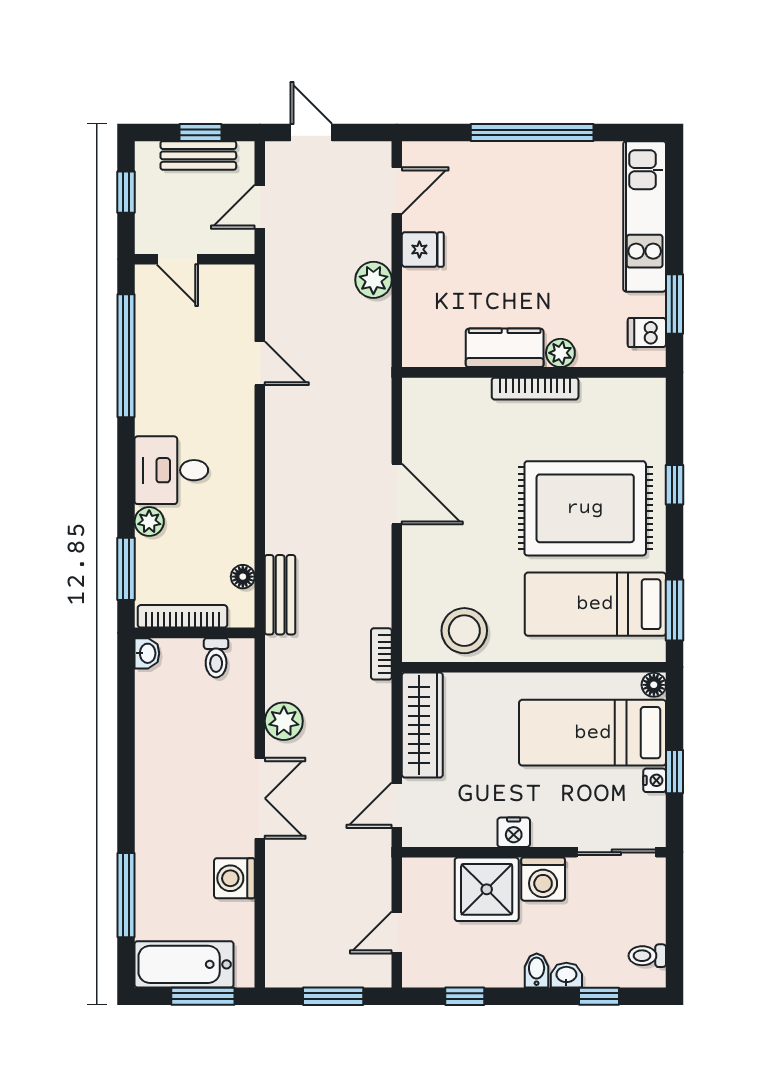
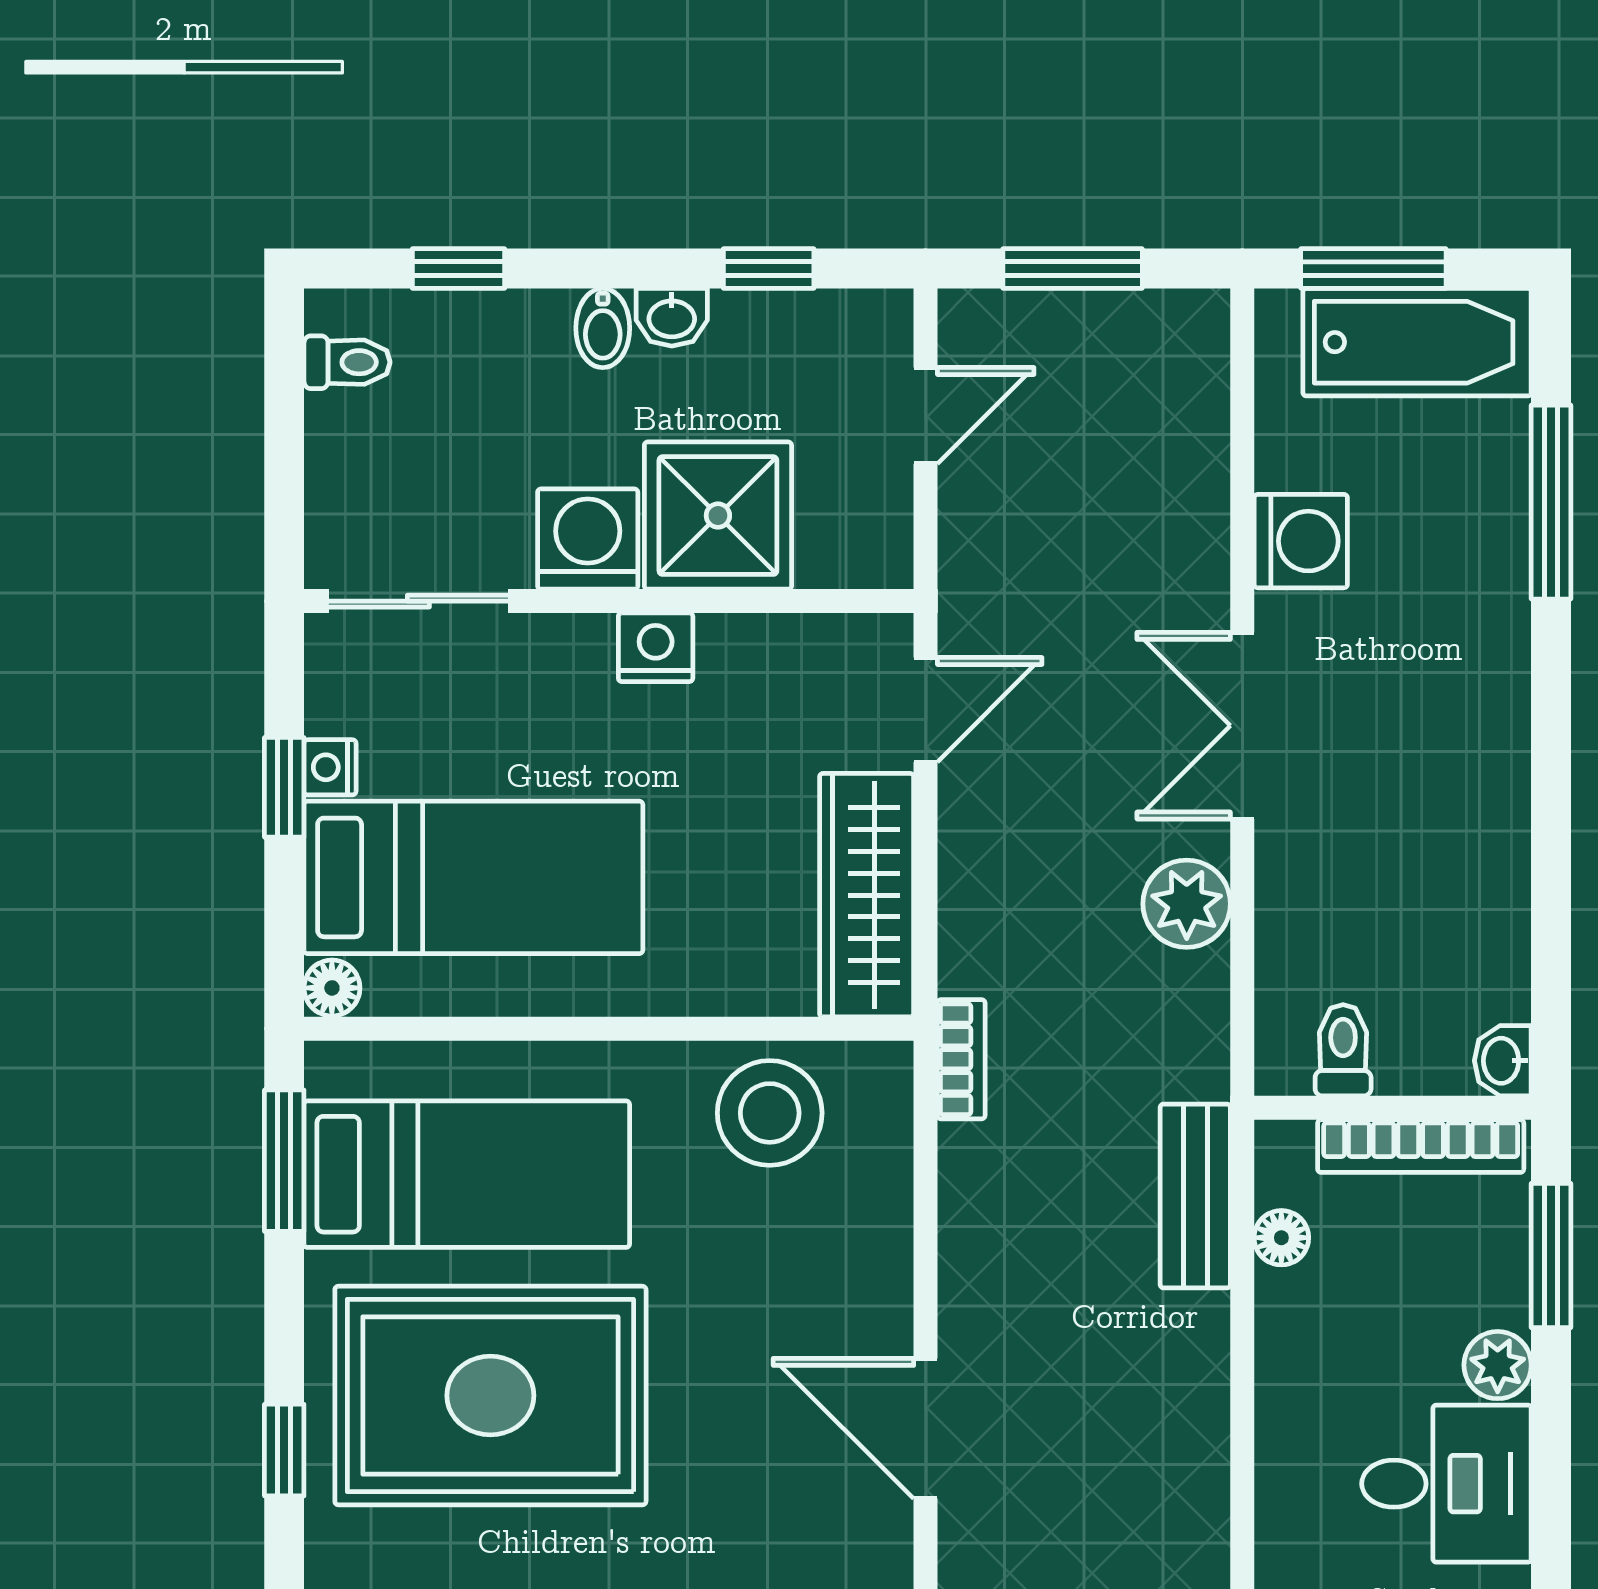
washbasin: (566, 975) -> (672, 317), moved

